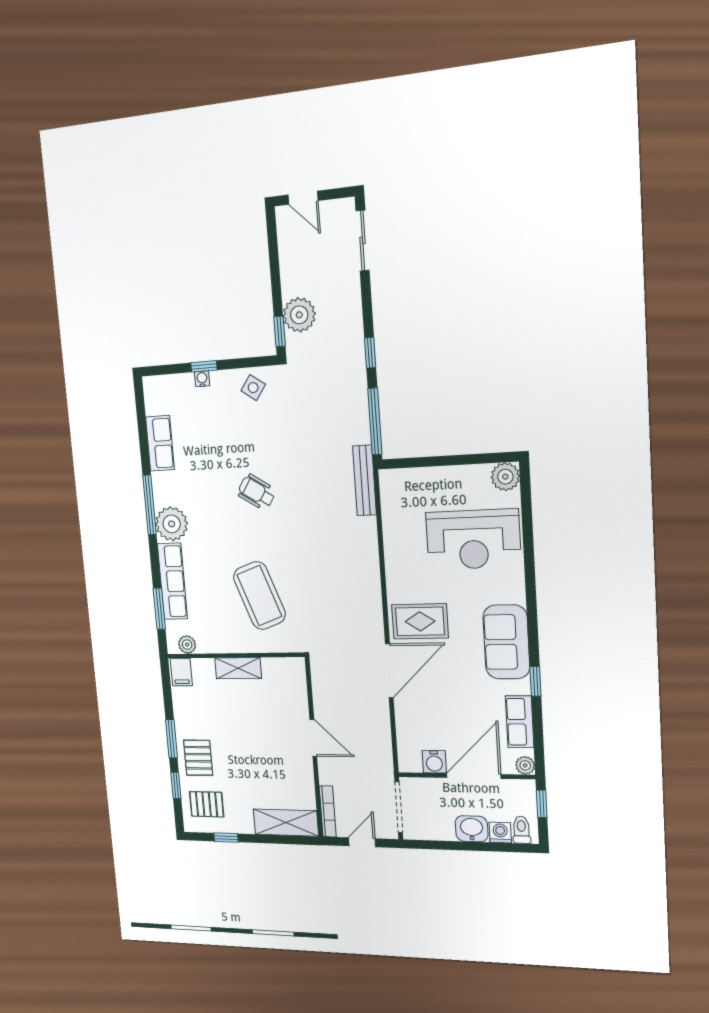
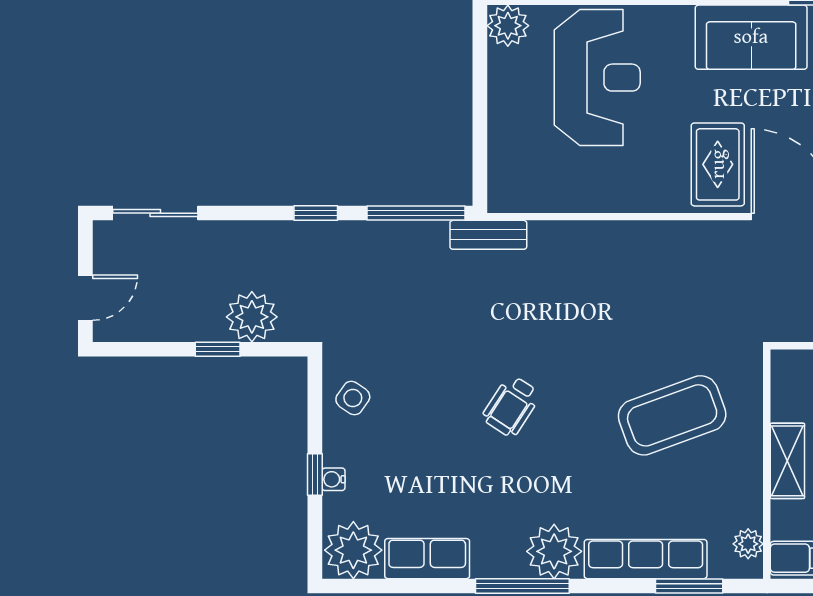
window: (280, 331) -> (218, 349), moved
plant: (161, 395) -> (353, 550), added
bench: (365, 480) -> (488, 235), width x0.73

